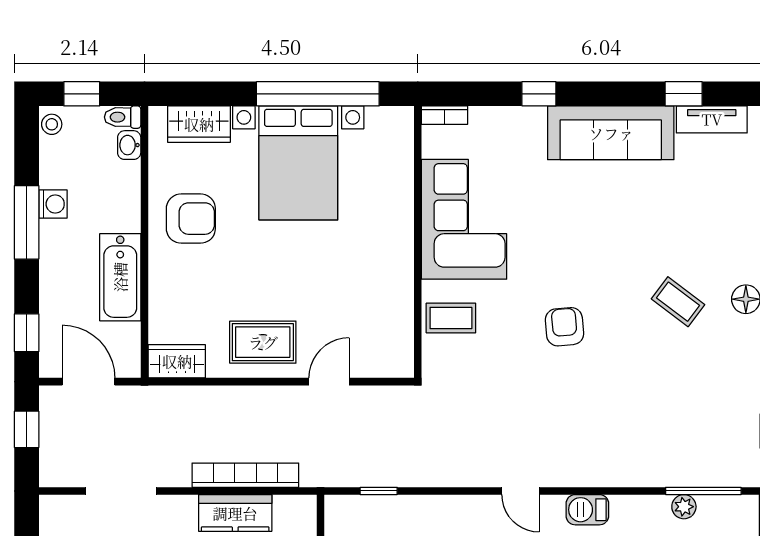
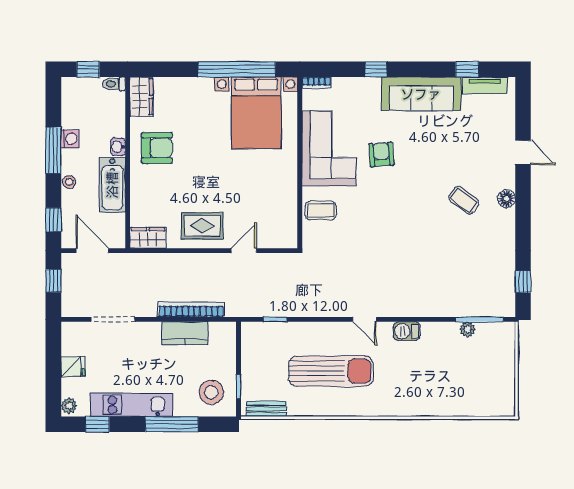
stool: (52, 124) -> (69, 182), moved
wardrobe: (199, 124) -> (141, 97), moved, turned -90
washbasin: (129, 145) -> (118, 147), moved
bed with nightstands: (298, 163) -> (256, 113), moved
armchair: (564, 327) -> (381, 154), moved

